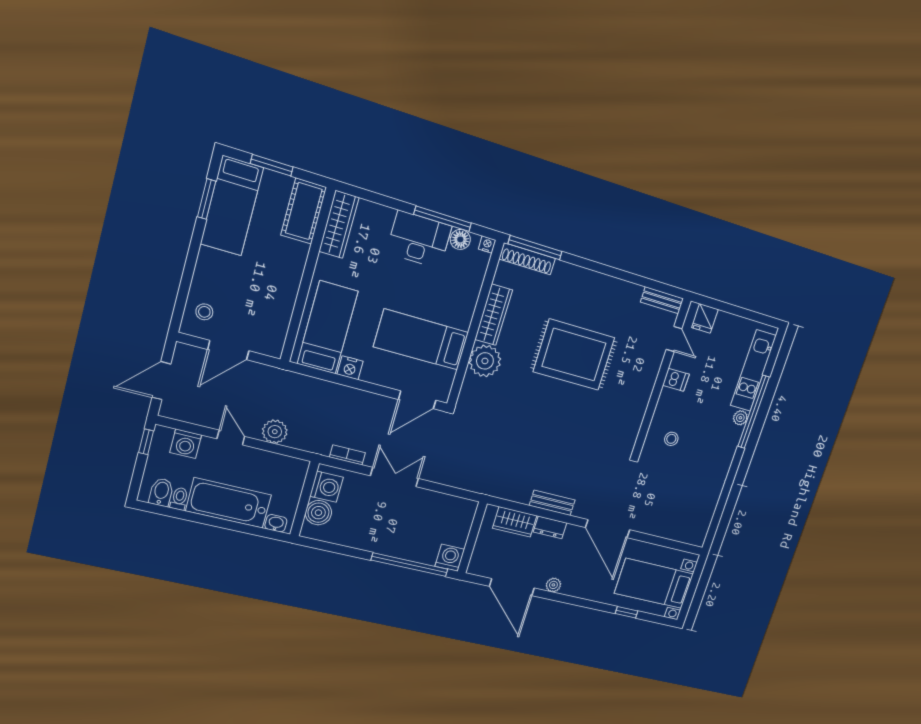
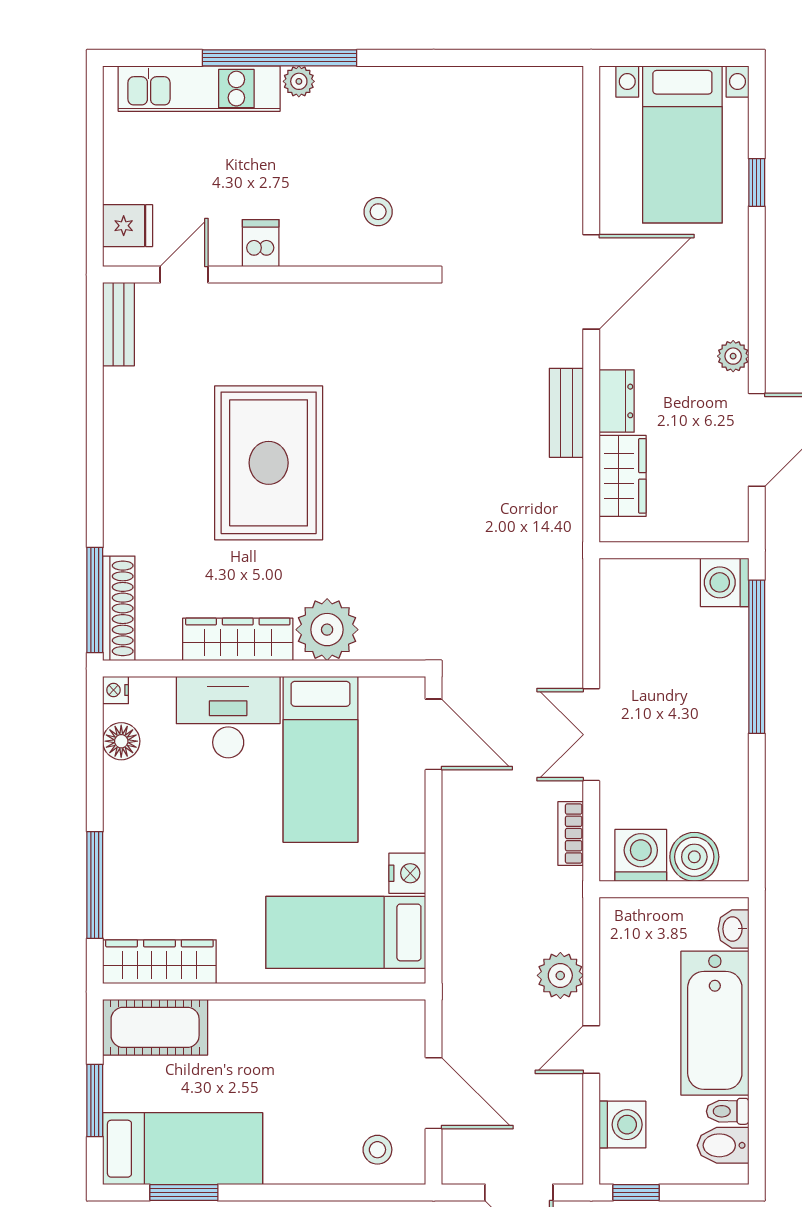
window: (443, 219) -> (95, 885), moved
desk: (419, 239) -> (228, 717), moved, turned 90

